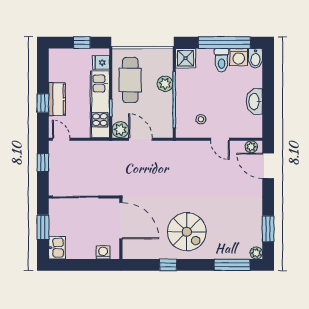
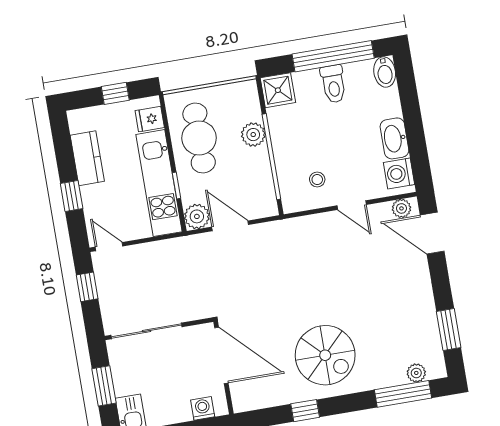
washing machine: (239, 57) -> (399, 173), moved, turned 90
kitchen counter: (57, 99) -> (87, 158), moved
plant: (256, 253) -> (416, 373), moved

